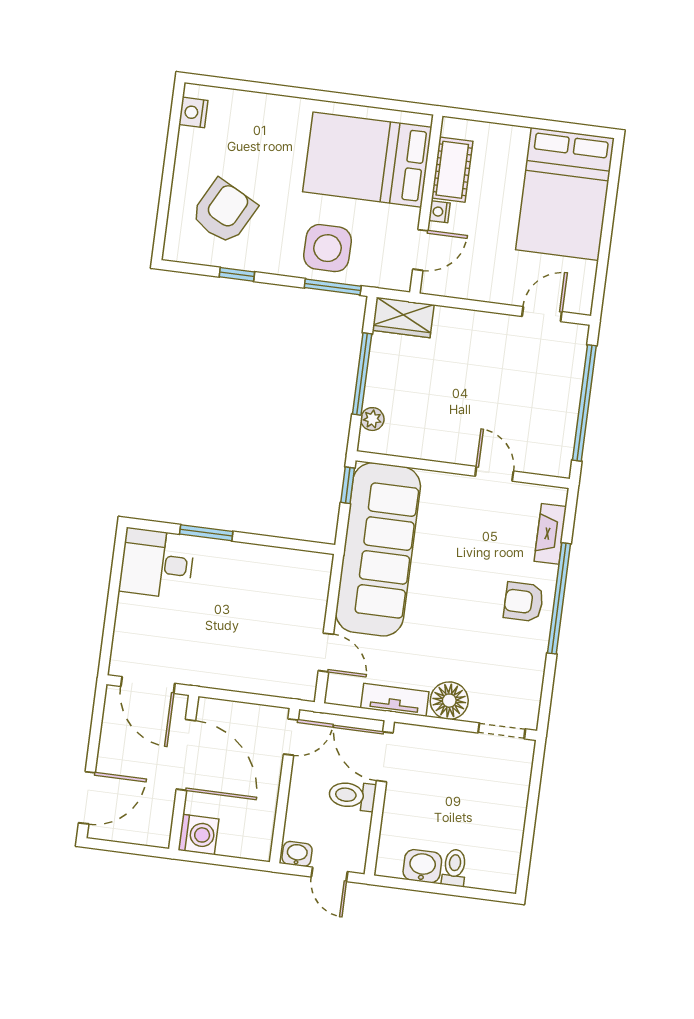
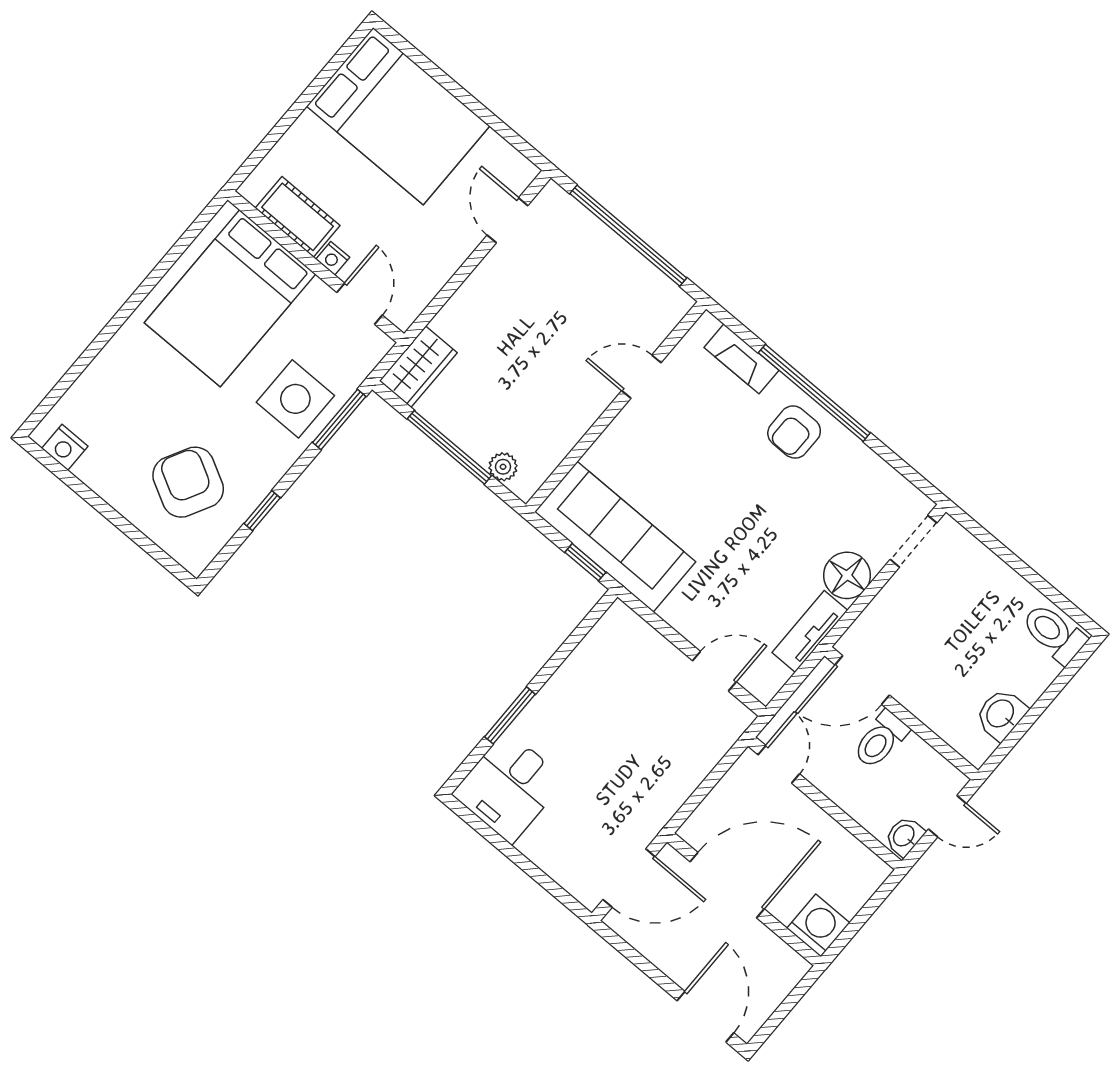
window: (348, 485) -> (585, 562), moved
sofa: (378, 549) -> (615, 537), width x0.74, depth x0.79
toilet: (454, 868) -> (1054, 633), moved, width x1.37, depth x1.39

